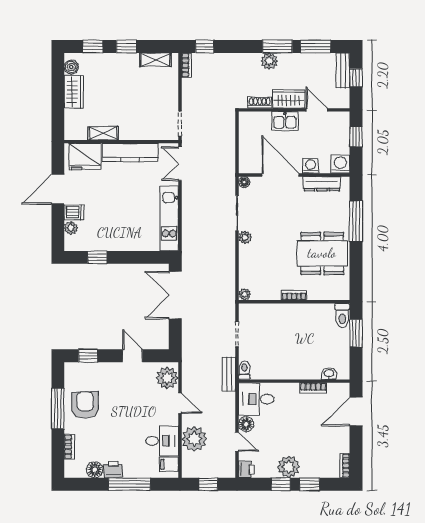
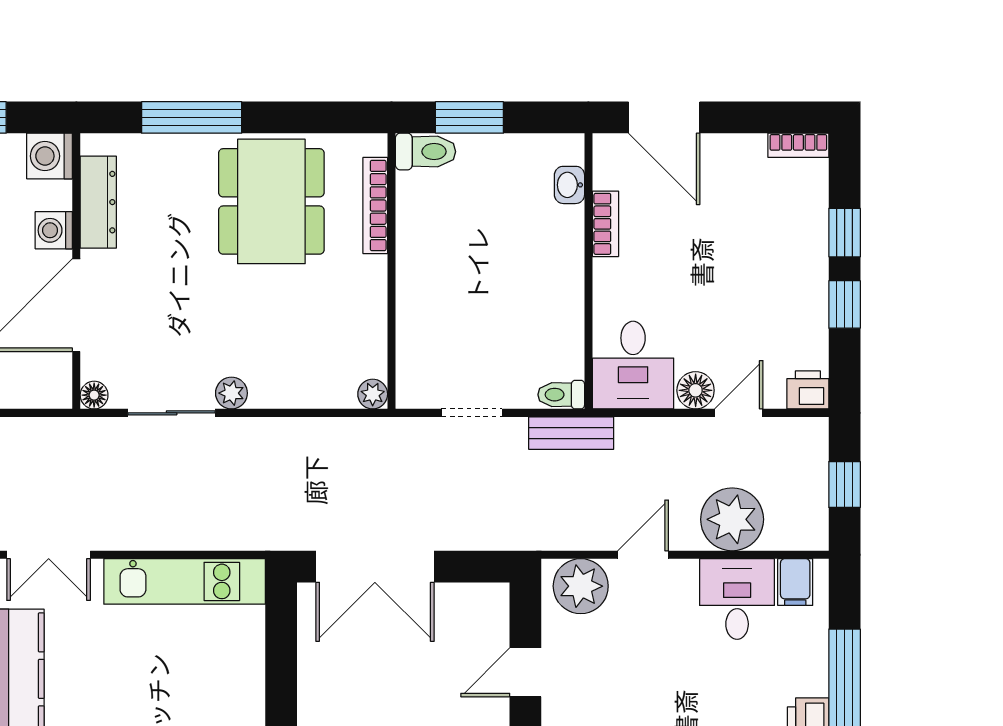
bookcase: (294, 295) -> (375, 206), moved, width x1.56
plant: (289, 467) -> (801, 285), removed

